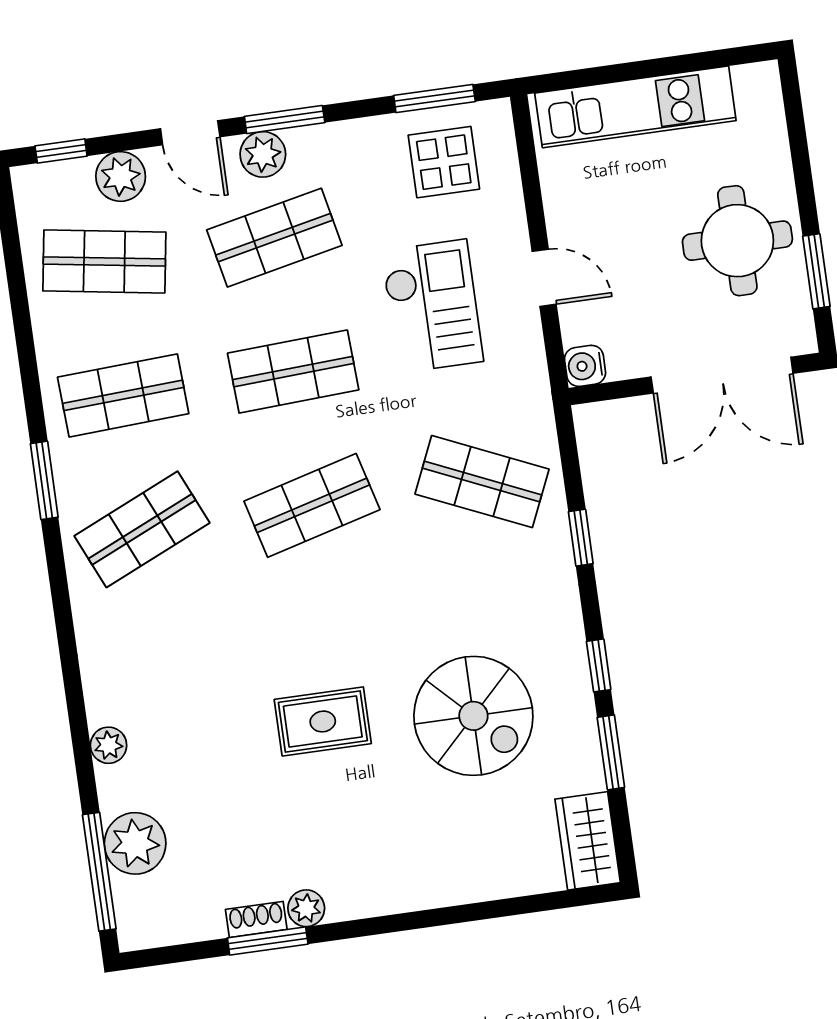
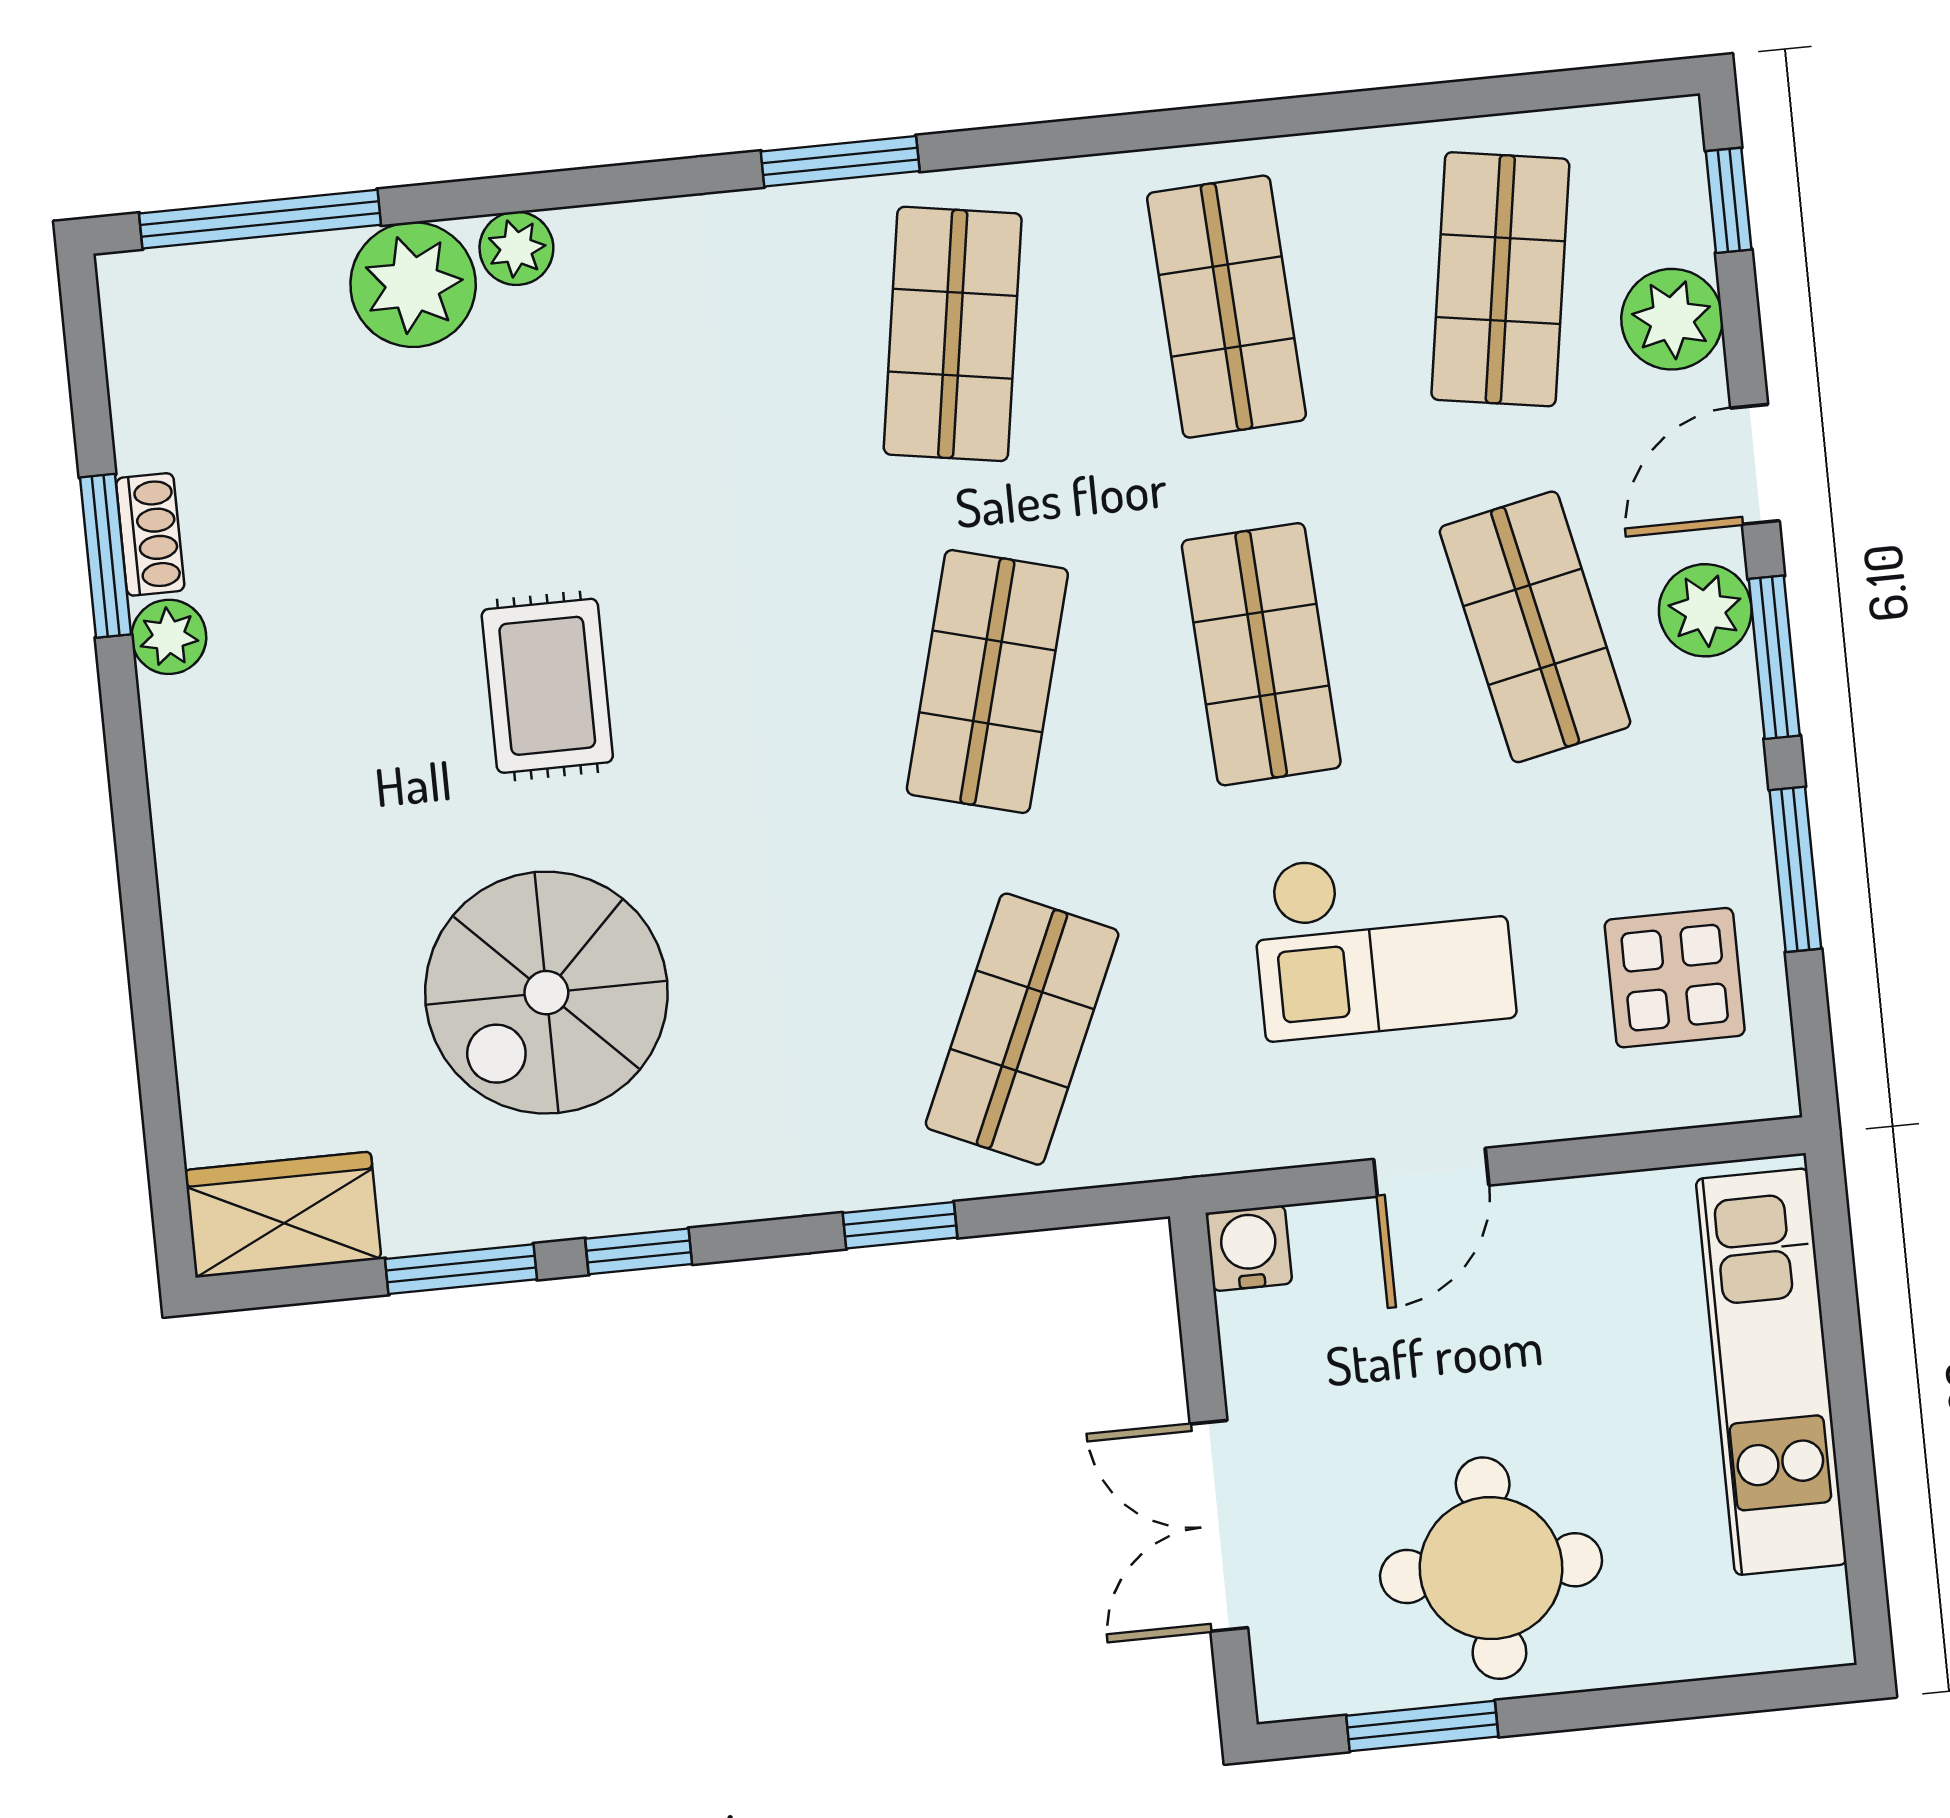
window: (434, 98) -> (1795, 869), moved
double door: (722, 375) -> (1219, 1526), width x0.73
window: (44, 480) -> (840, 161), moved
shop shelf: (312, 505) -> (987, 682), turned 30
shop shelf: (142, 529) -> (953, 334), turned 33
plant: (135, 843) -> (413, 285), moved

